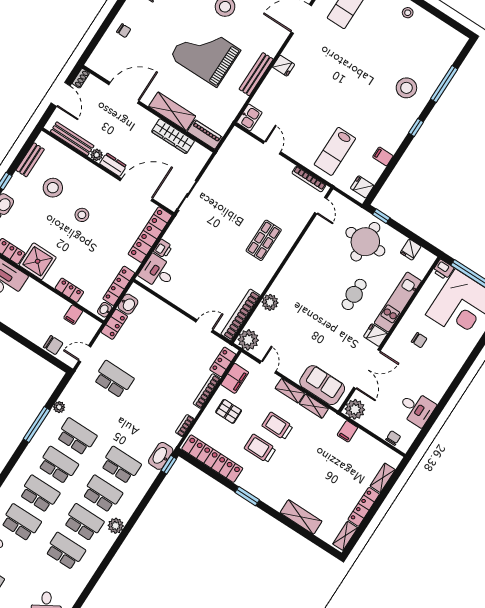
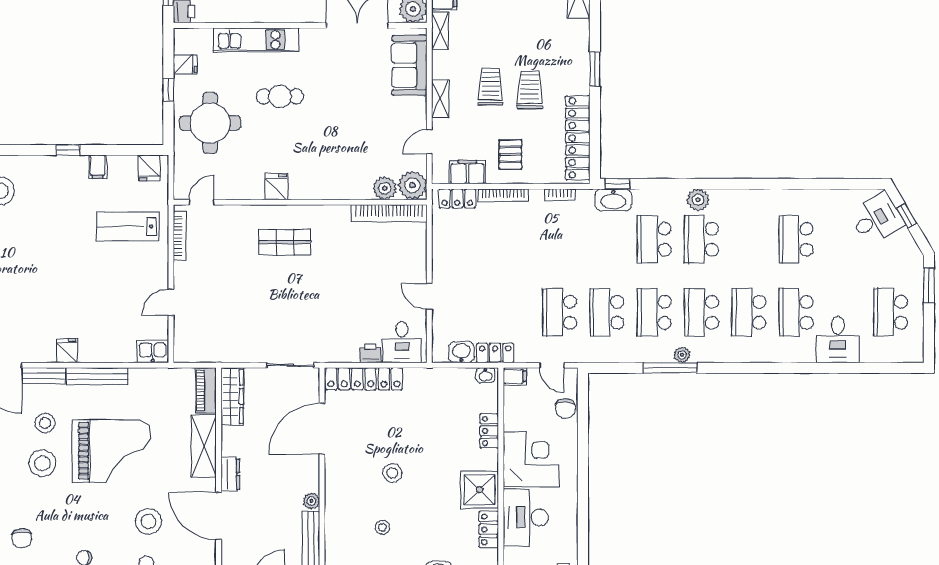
stool: (248, 24) -> (45, 423), added
bench: (277, 42) -> (44, 376), added
stool: (148, 48) -> (148, 522), added
grand piano: (205, 54) -> (112, 451), turned -90
window: (416, 127) -> (68, 150), moved
wardrobe: (173, 136) -> (232, 396), moved
lab bench: (335, 151) -> (128, 226), turned 180
dresser: (113, 165) -> (230, 474), moved, turned 180
stool: (53, 188) -> (382, 527), width x0.53, depth x0.53
door: (136, 190) -> (322, 429), hinge flipped
window: (381, 216) -> (168, 90), moved
locker: (119, 286) -> (447, 377), removed
plant: (270, 302) -> (385, 188), moved
corner desk: (36, 304) -> (531, 459), added
filing cabinet: (73, 315) -> (515, 376), moved
door: (204, 326) -> (429, 296), moved
fridge: (376, 335) -> (277, 187), moved, turned 180
chair: (53, 345) -> (565, 408), turned 180
shelving: (314, 406) -> (440, 31), moved
plant: (59, 407) -> (682, 355), moved
trolley: (277, 426) -> (491, 87), turned 180
trolley: (260, 448) -> (530, 90), turned 180
school desk: (84, 522) -> (607, 312), moved
plant: (116, 526) -> (698, 200), moved

